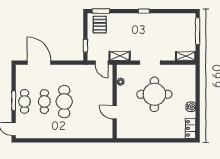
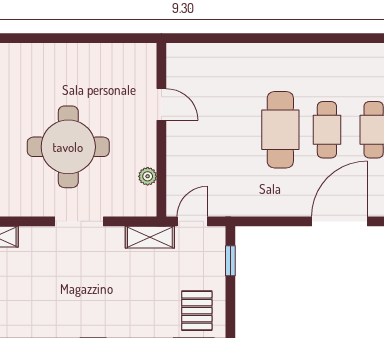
door: (39, 63) -> (339, 221), swing flipped
door: (102, 63) -> (192, 221), hinge flipped

